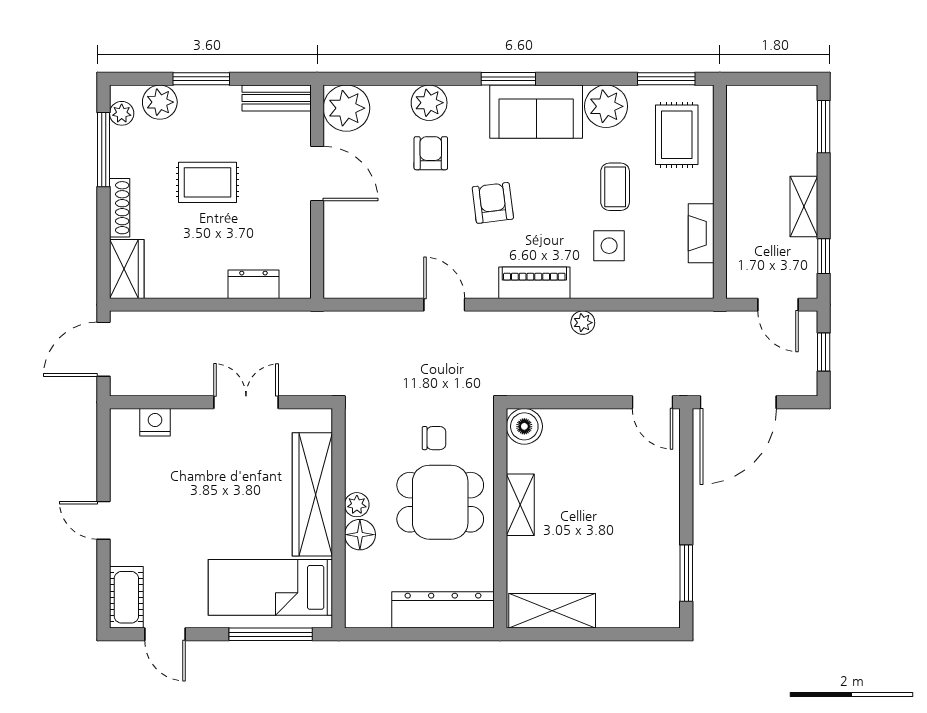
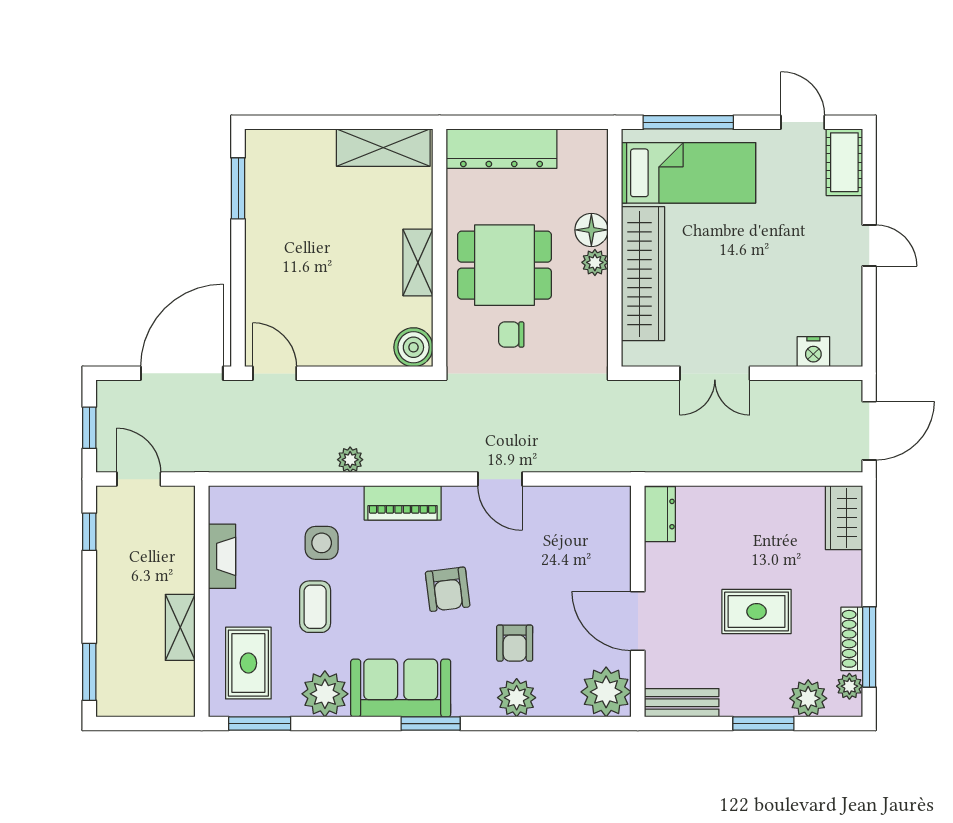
shelving: (804, 206) -> (180, 627), moved
shoe rack: (120, 208) -> (852, 639), moved
dresser: (253, 284) -> (660, 514), moved, turned -90

